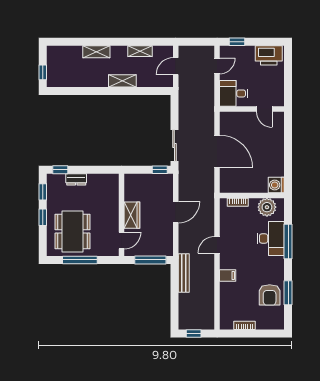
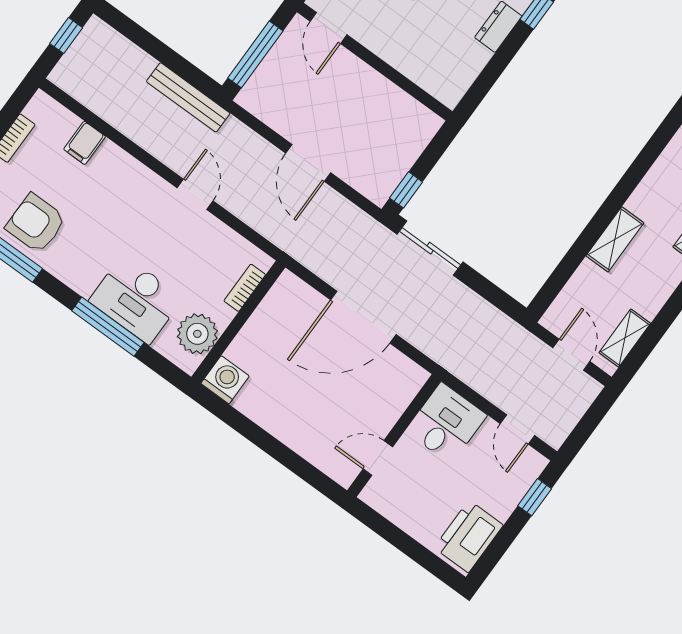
shelving: (140, 51) -> (625, 338), moved
wardrobe: (132, 215) -> (361, 80), removed
filing cabinet: (228, 275) -> (85, 143), moved

